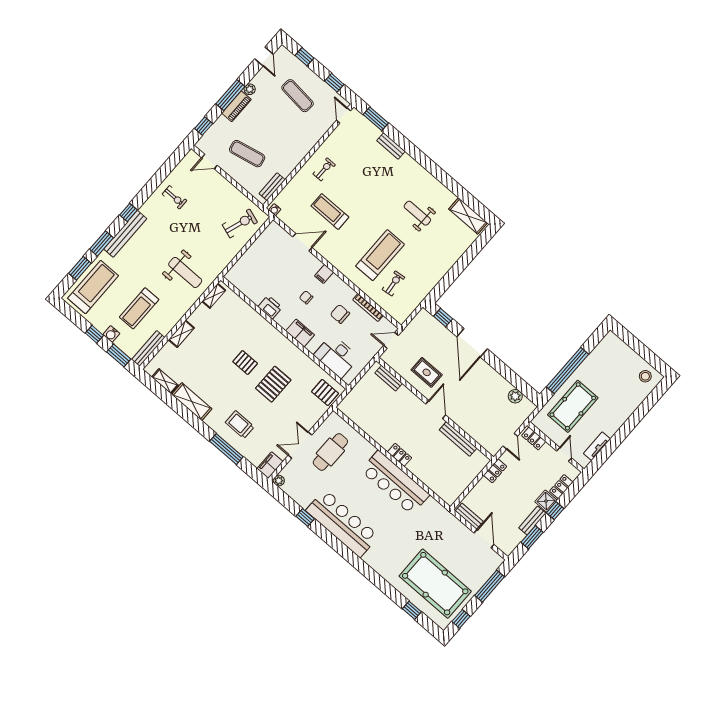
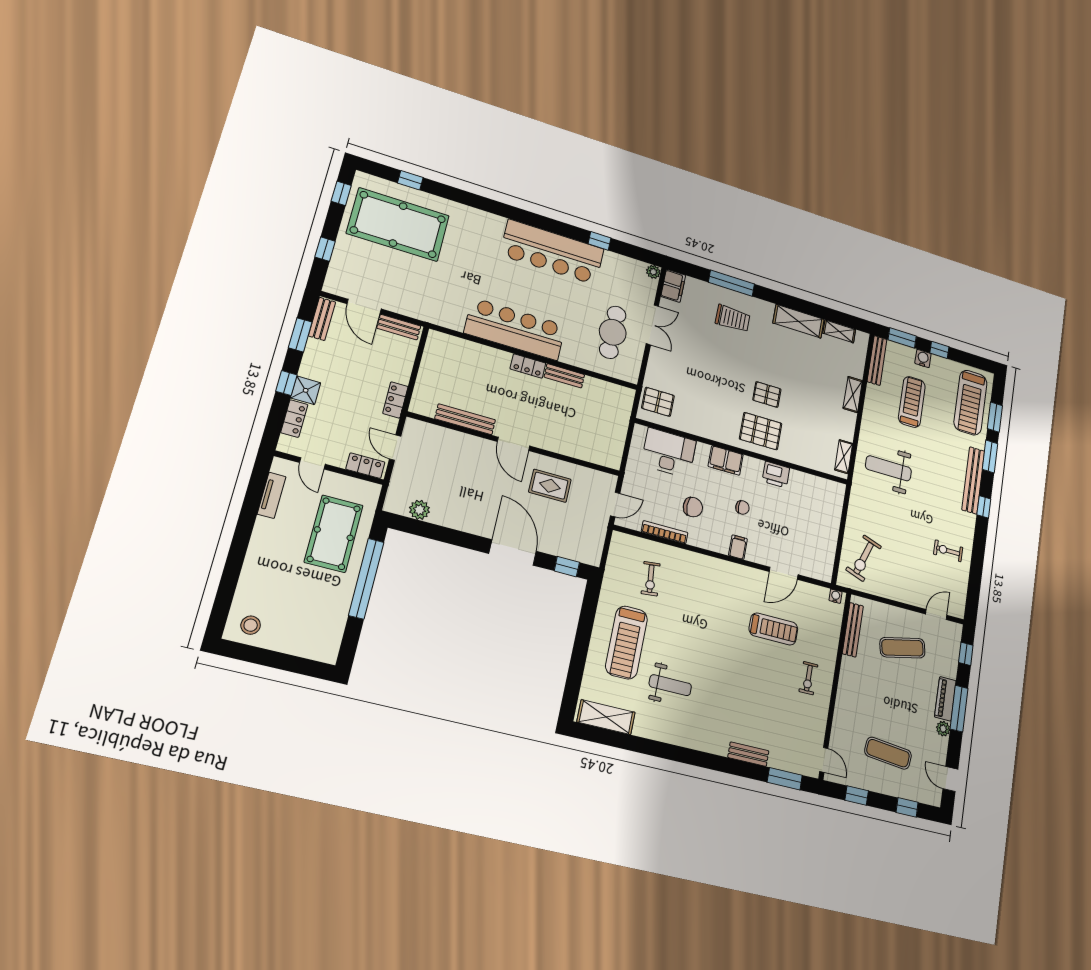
bench: (272, 187) -> (853, 630), width x1.36
treadmill: (380, 255) -> (627, 642), moved
bench: (389, 378) -> (564, 376), moved
pallet: (273, 384) -> (761, 431), moved, turned 90
bench: (532, 521) -> (322, 319), moved
window: (490, 586) -> (325, 249), width x0.46

